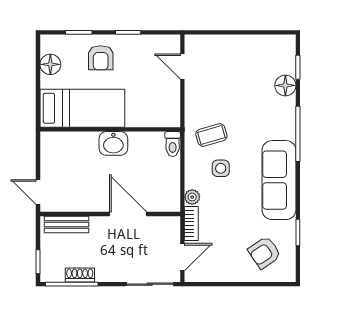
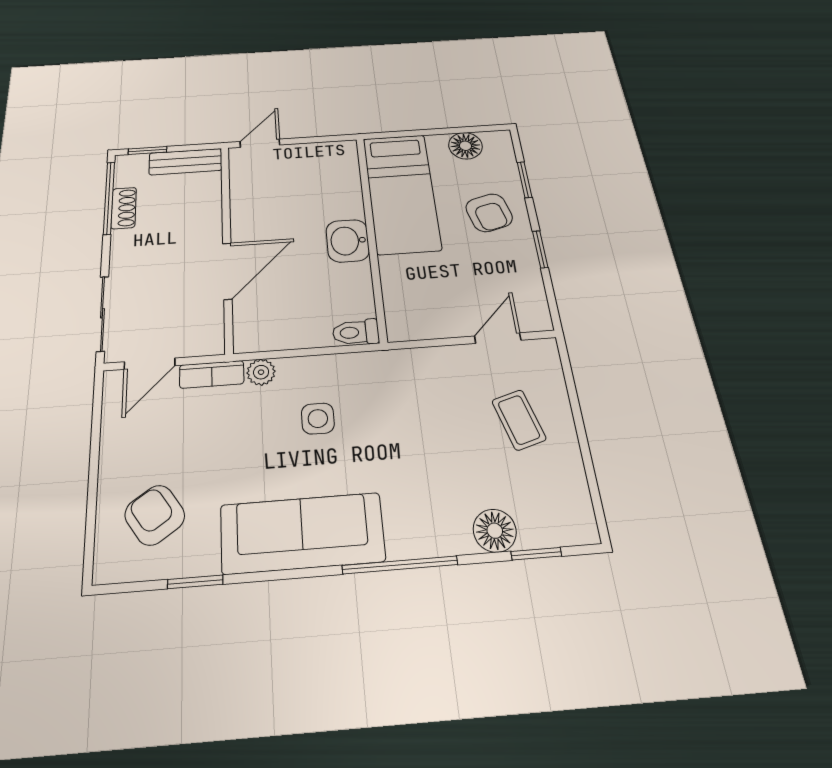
armchair: (101, 58) -> (489, 213), turned -105
coffee table: (211, 135) -> (519, 420), moved
bench: (67, 225) -> (185, 162), moved, turned 90
door: (182, 257) -> (150, 364), hinge flipped

